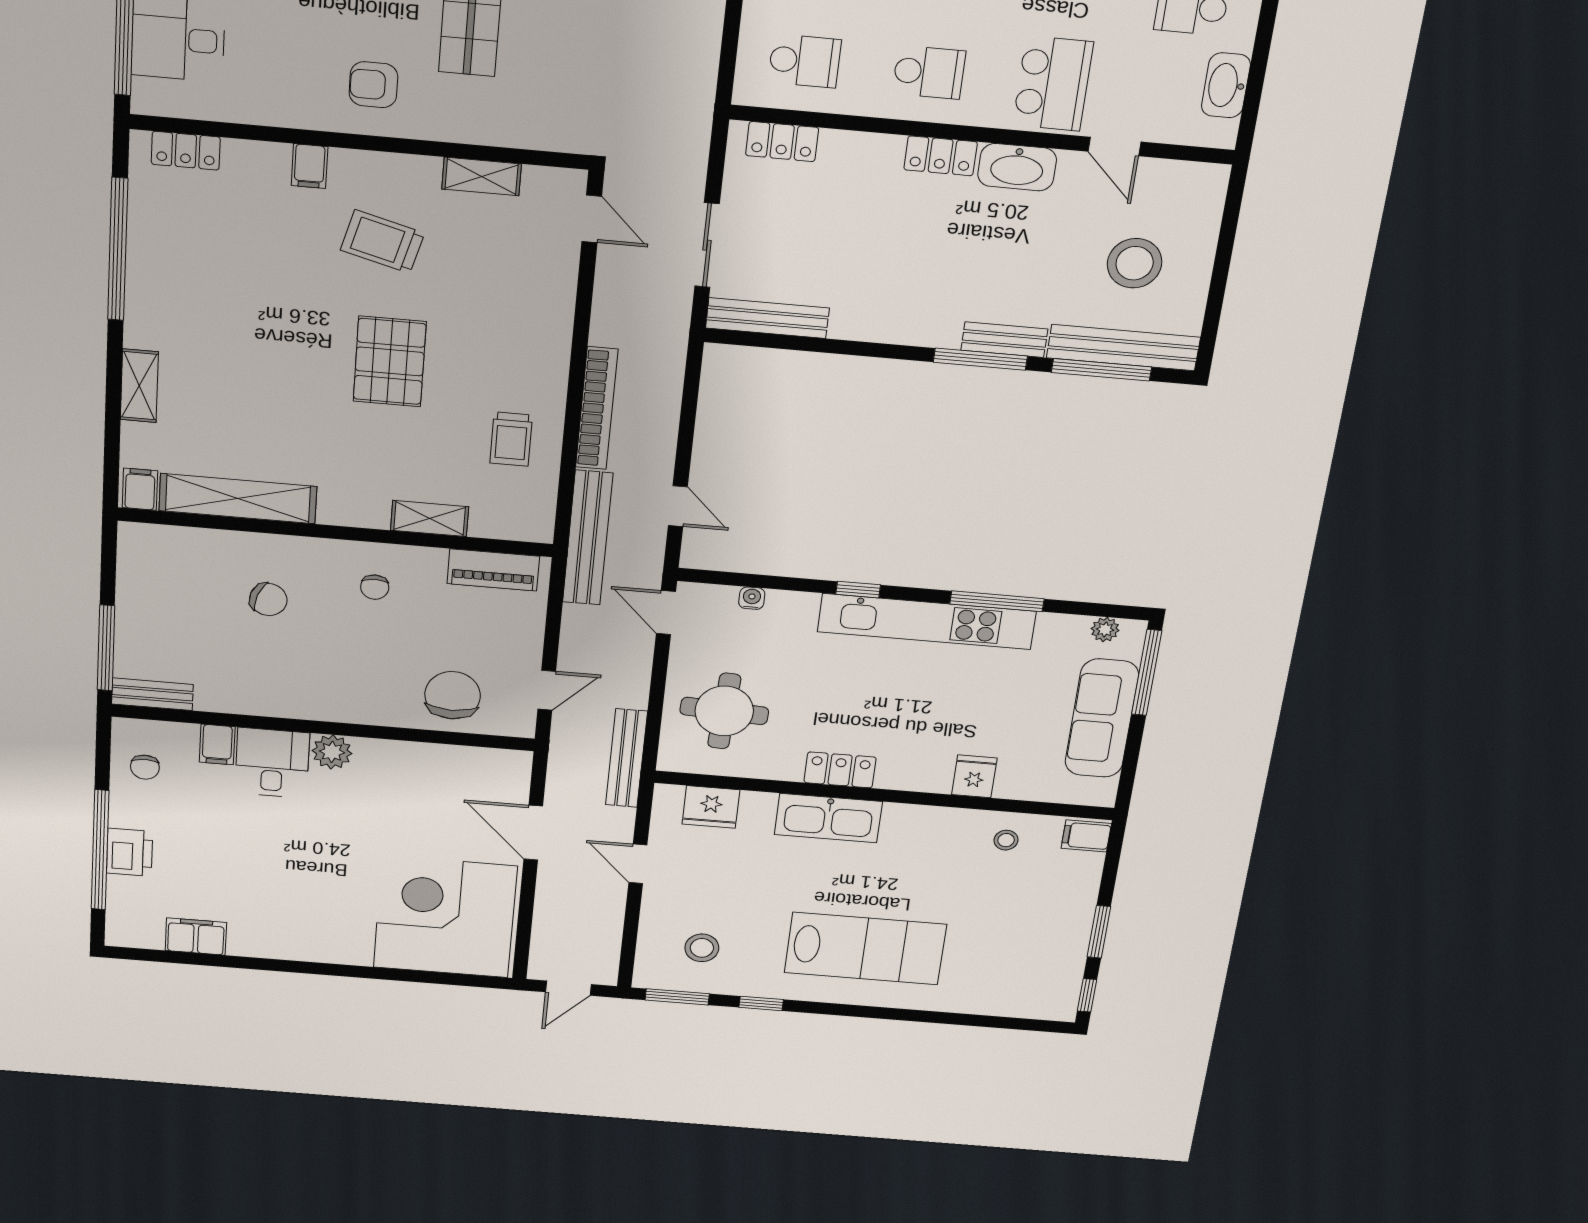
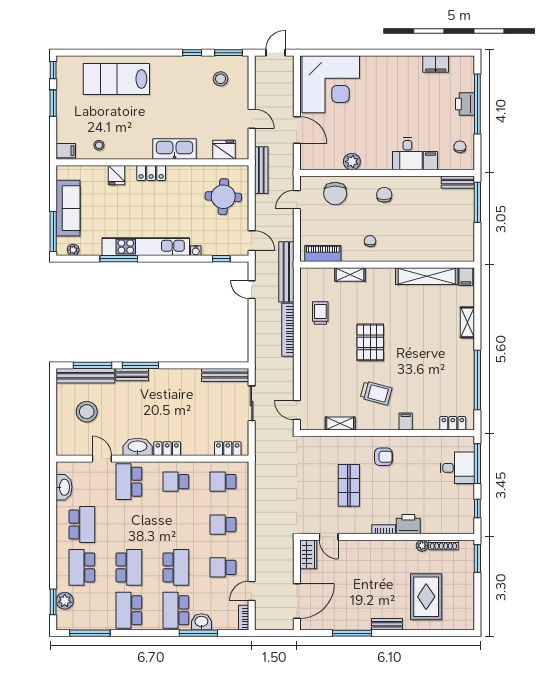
window: (858, 590) -> (221, 259), moved
water cooler: (752, 598) -> (196, 251), moved
chair: (268, 599) -> (384, 195), moved, turned 70
plant: (332, 752) -> (352, 162), moved
locker: (840, 770) -> (151, 173), moved
lab bench: (865, 949) -> (116, 79), moved

